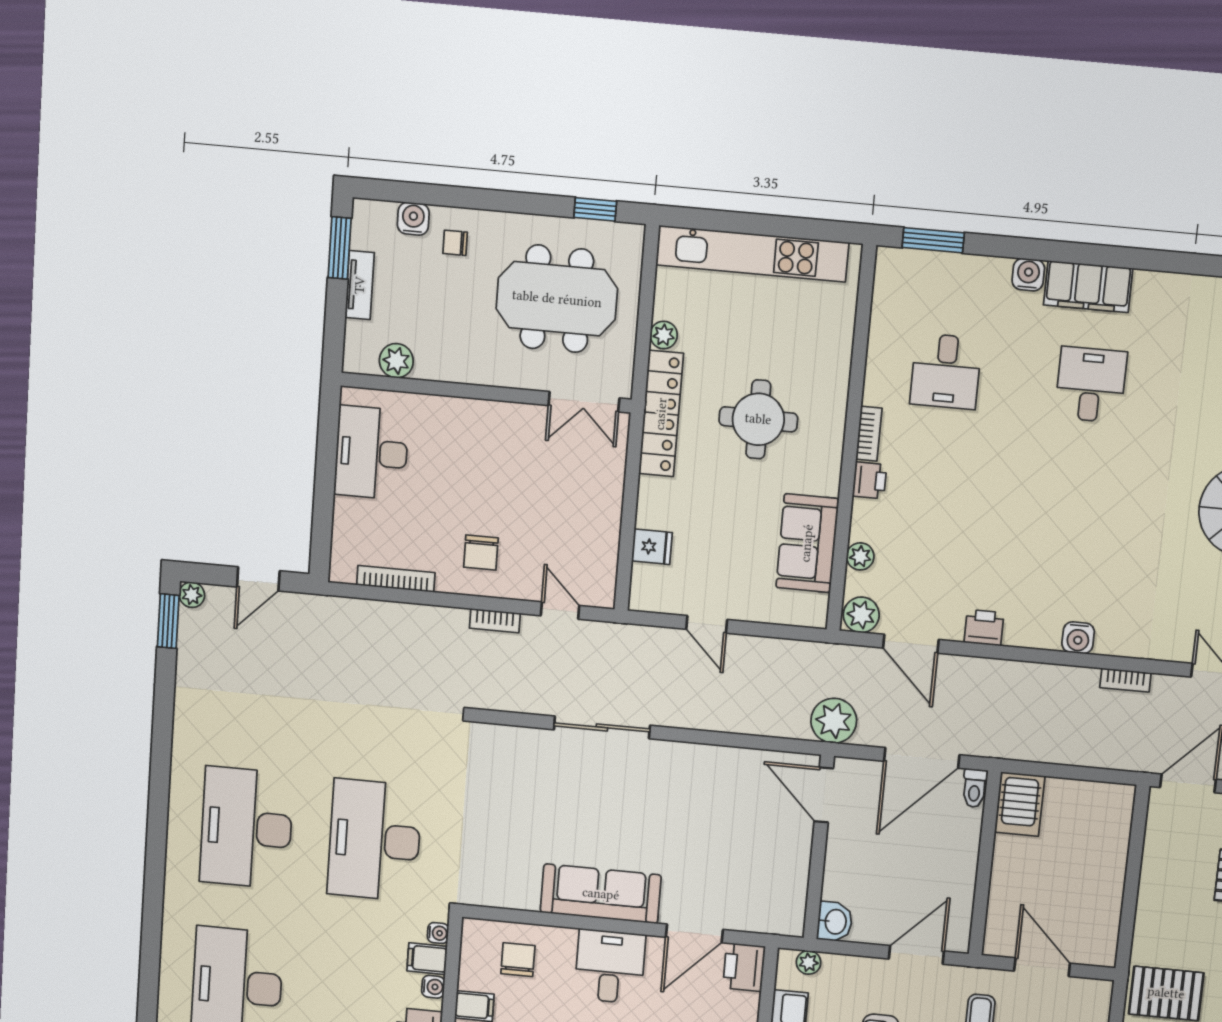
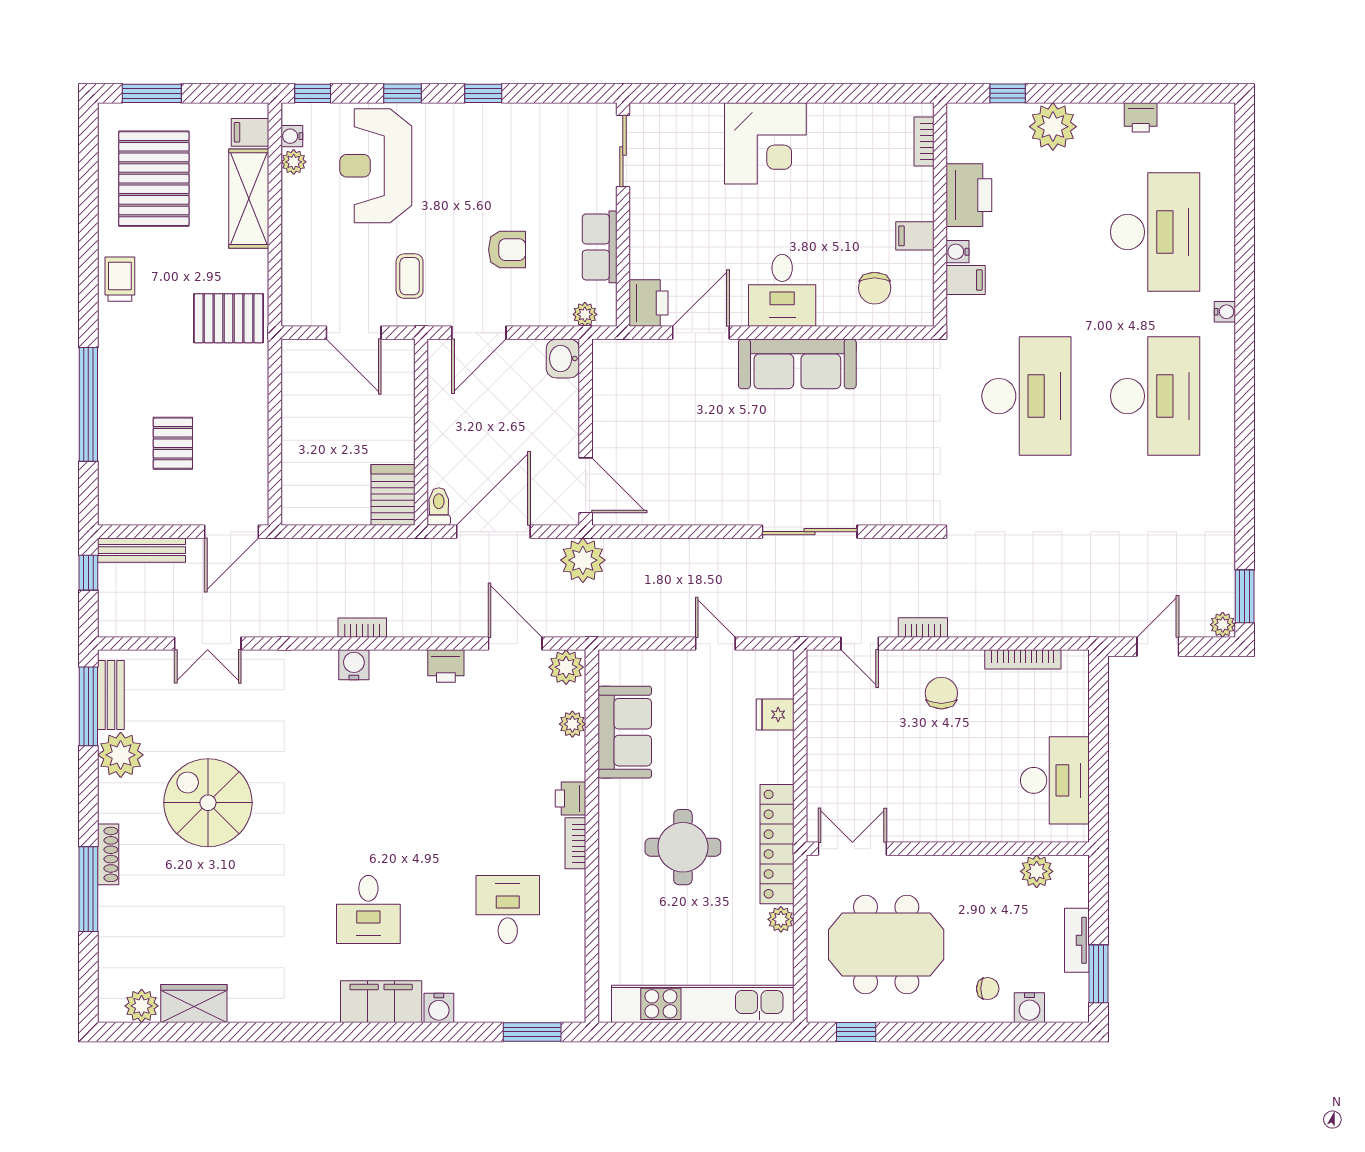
bookcase: (1125, 680) -> (362, 628), moved
water cooler: (438, 933) -> (1225, 312), moved, turned 180

